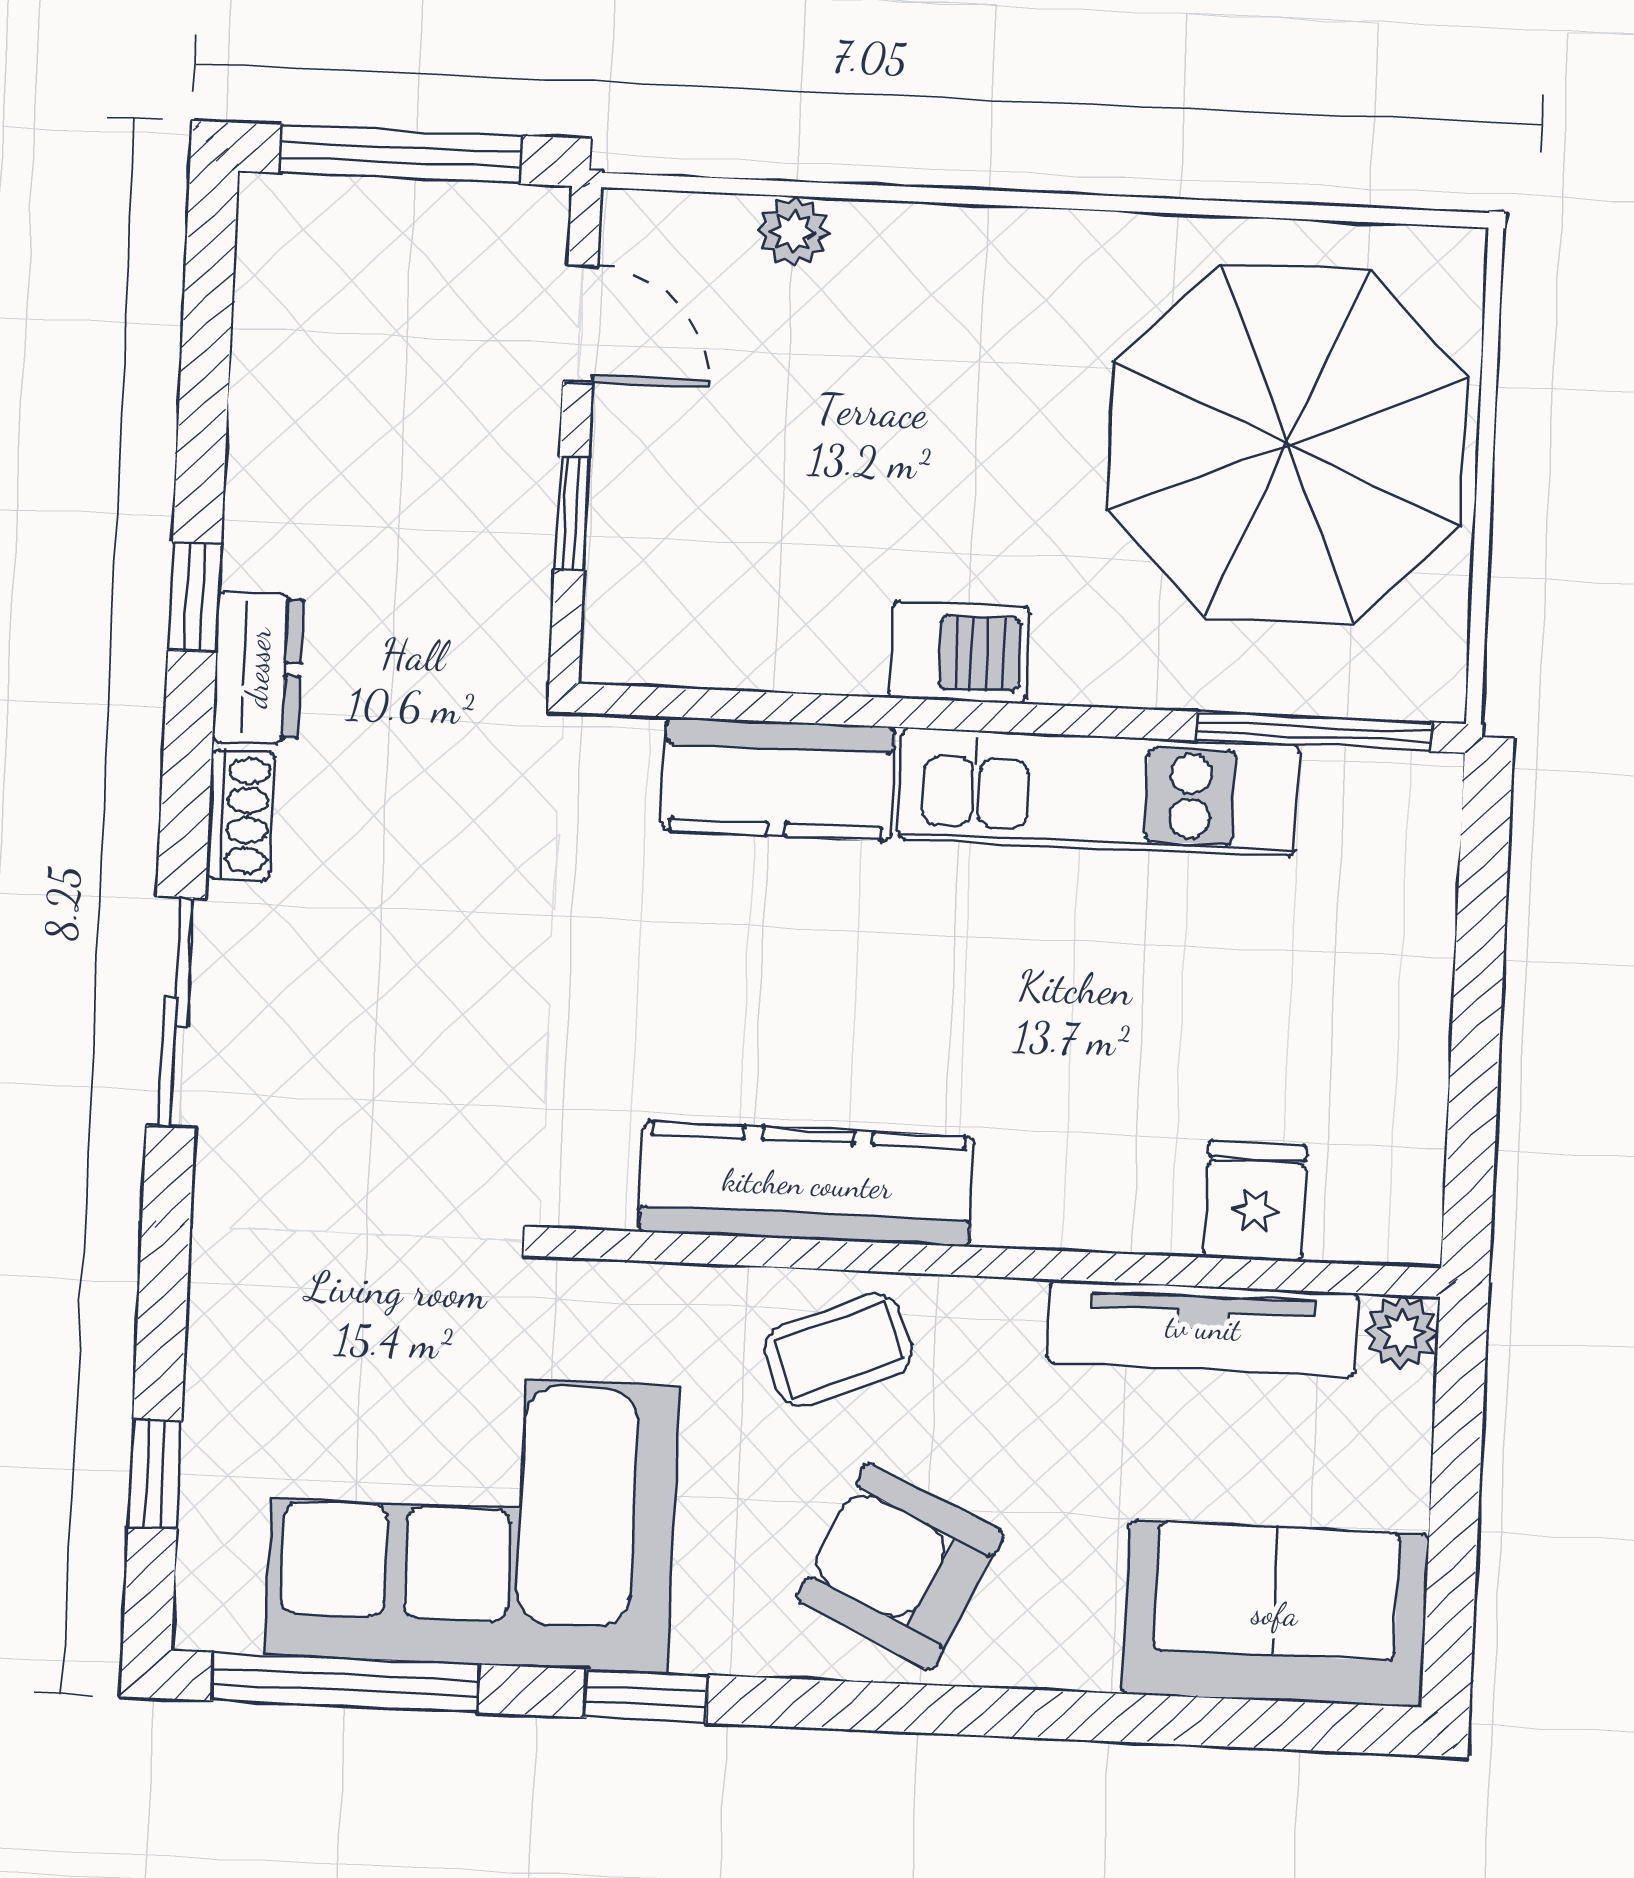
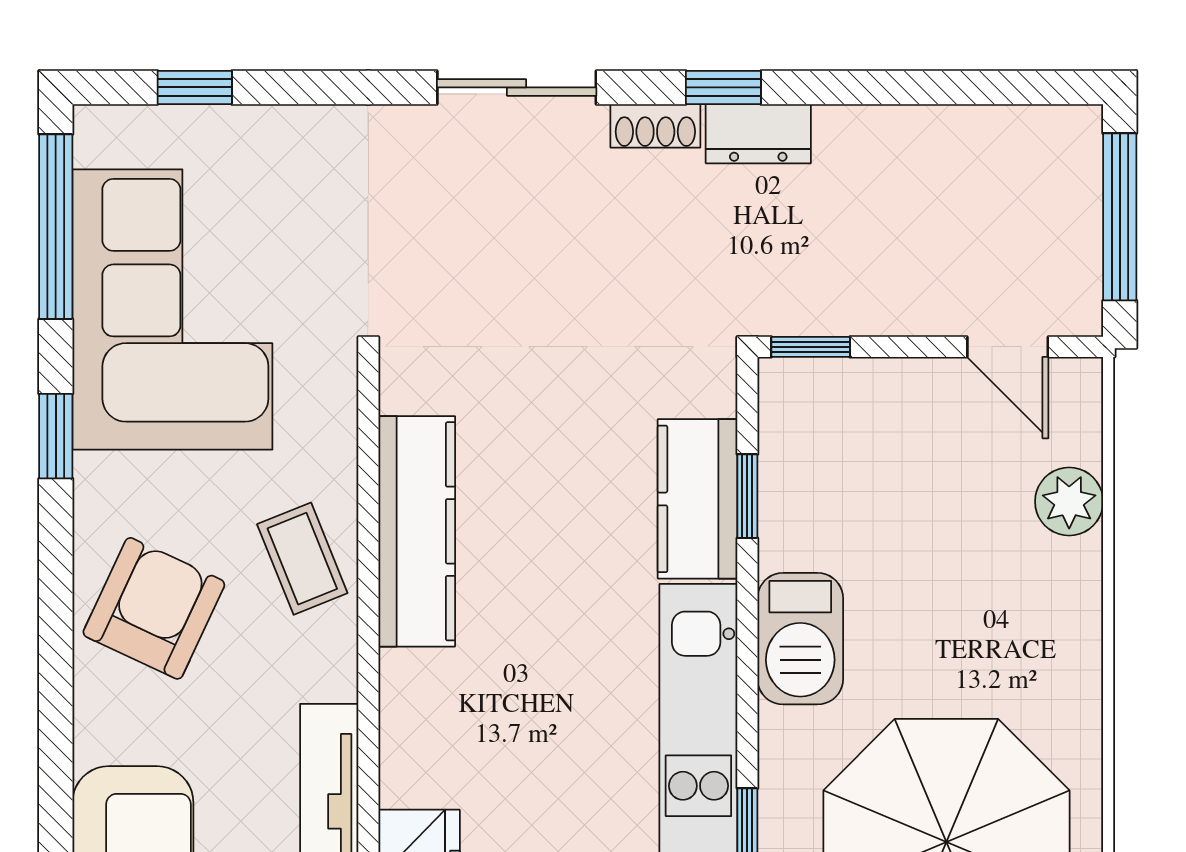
plant: (794, 232) -> (1069, 502), width x1.38, depth x1.38
door: (580, 324) -> (1008, 347), hinge flipped
window: (572, 514) -> (811, 347), moved
window: (195, 597) -> (723, 87), moved
barbecue: (959, 652) -> (800, 639), width x1.38, depth x1.27
window: (778, 707) -> (747, 496), added

